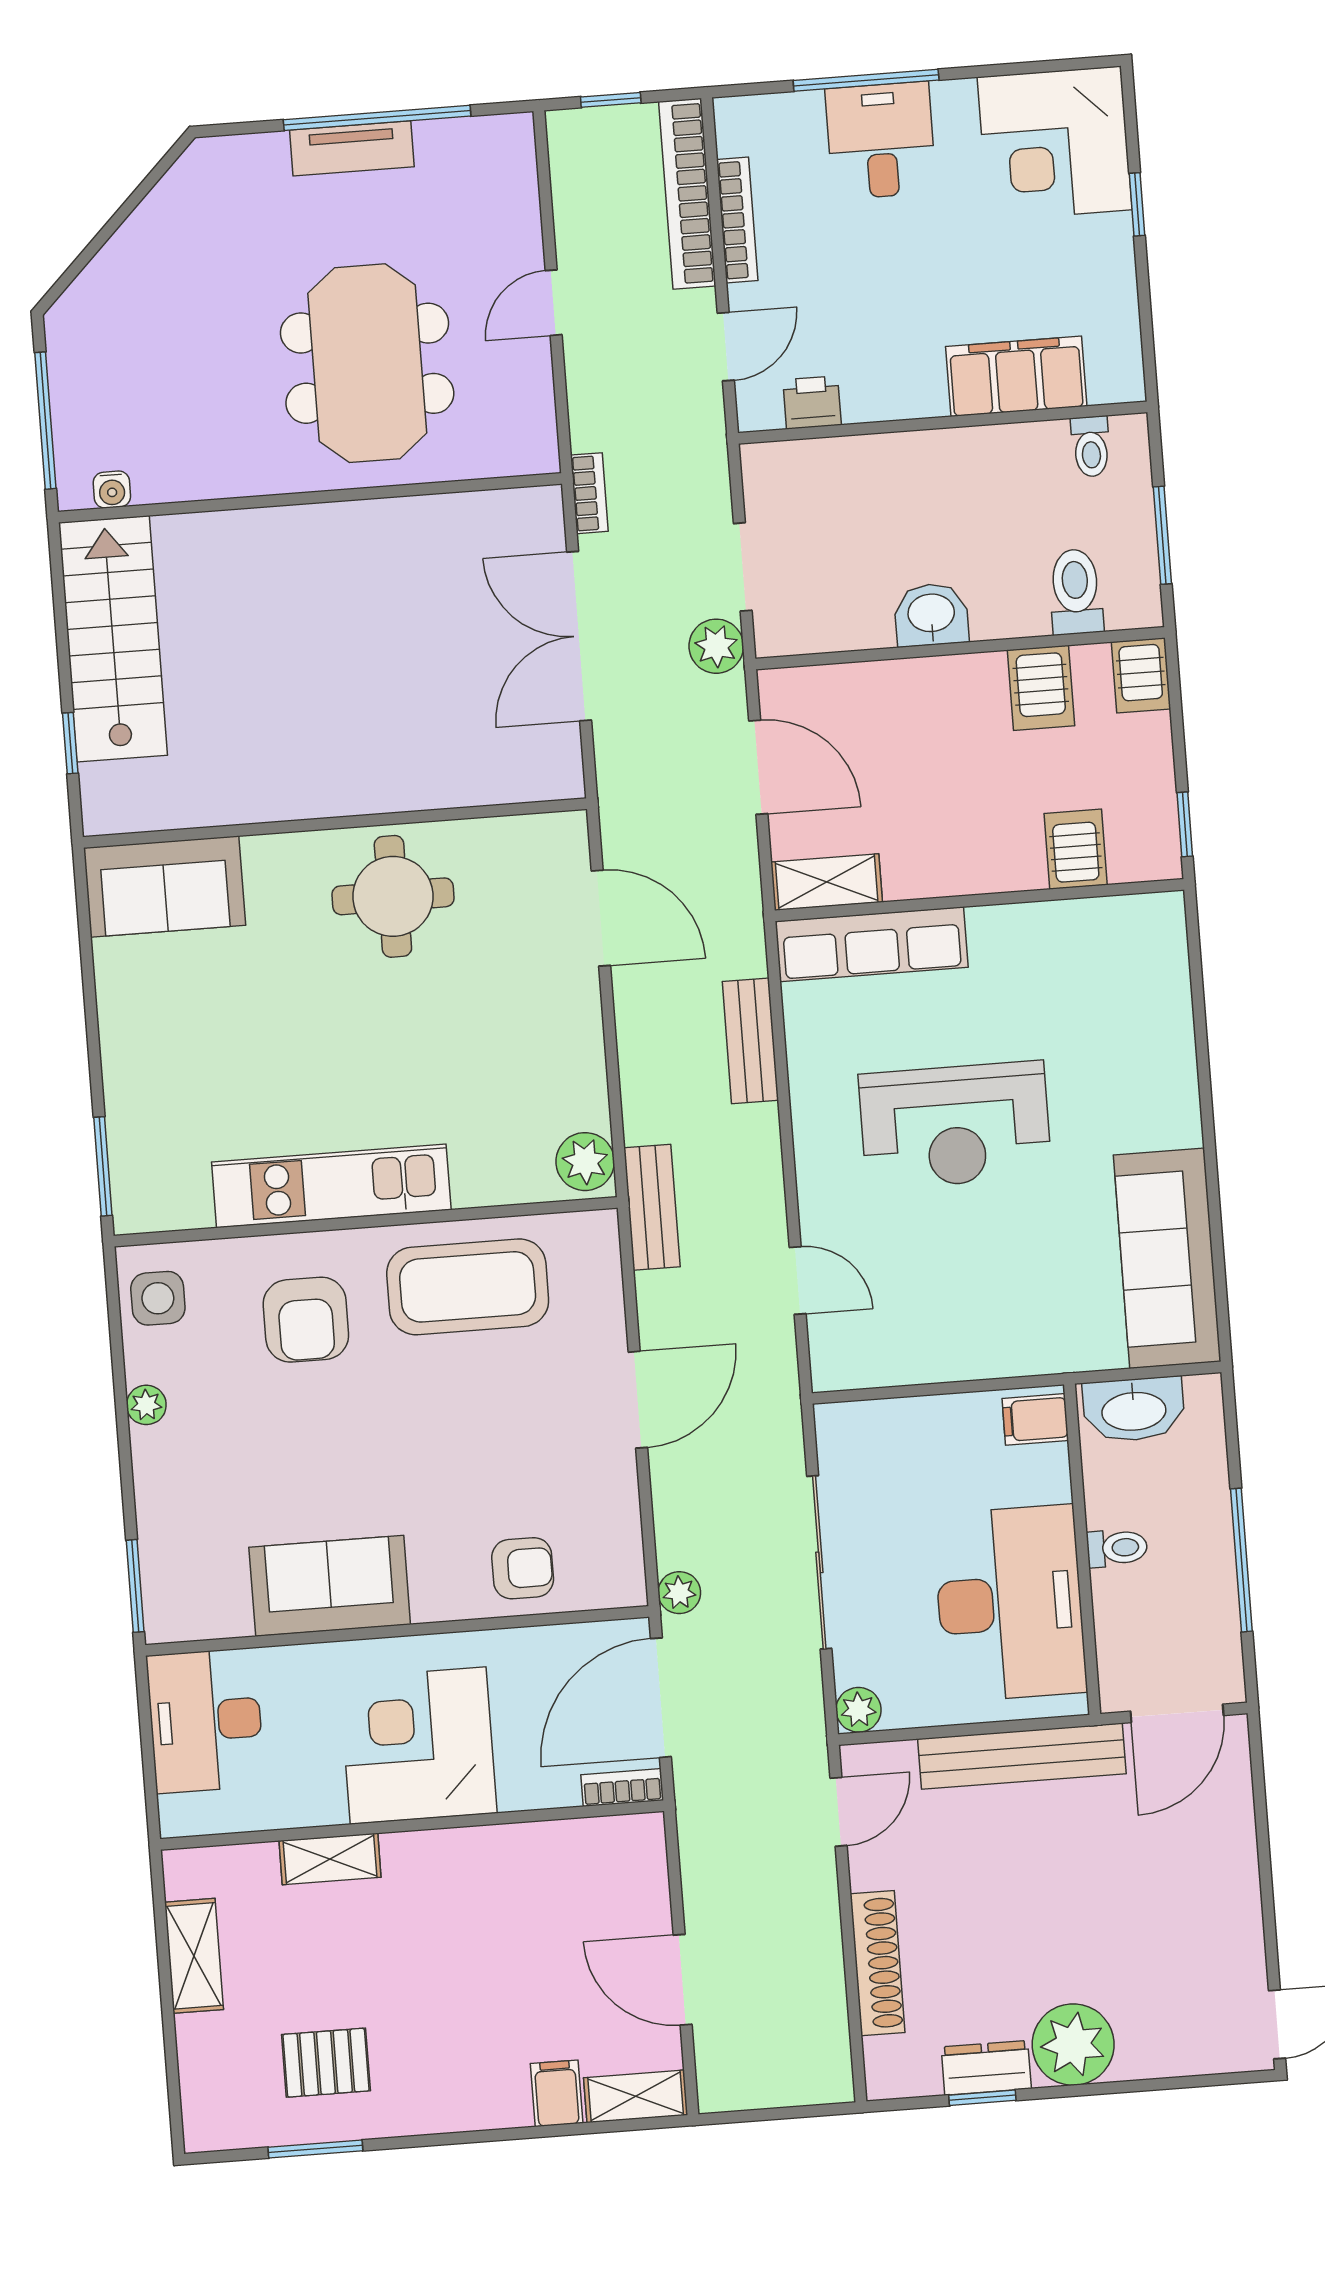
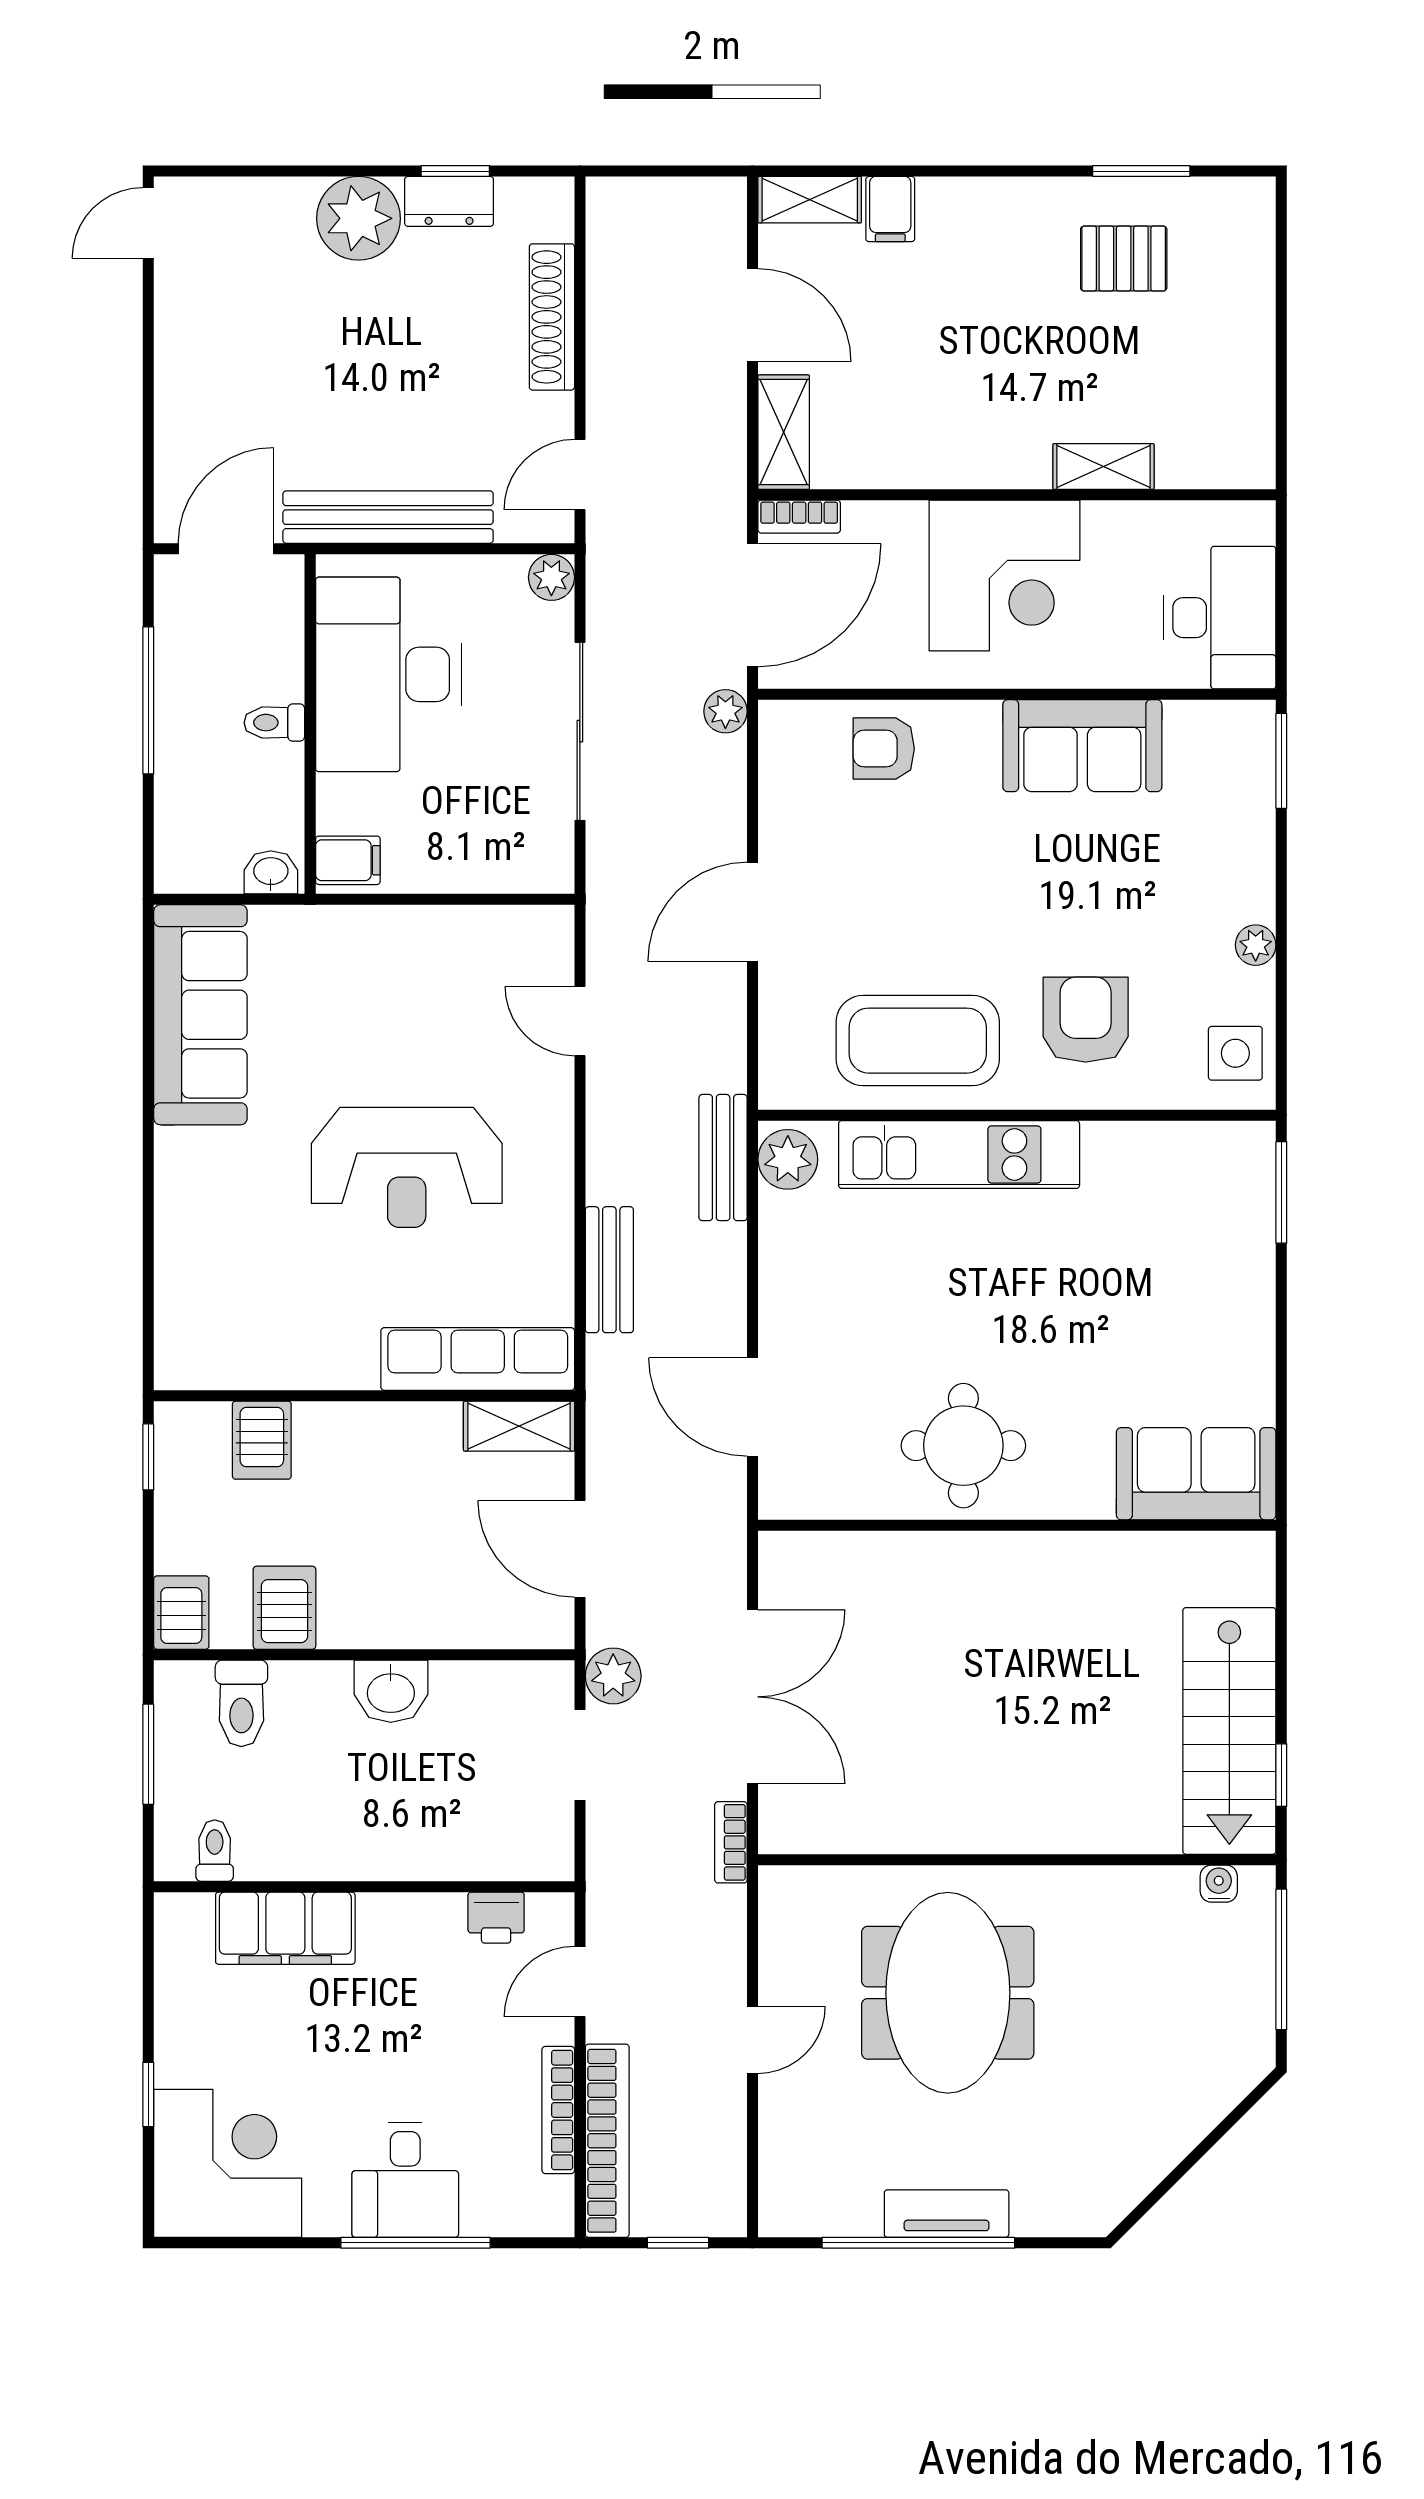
window: (70, 743) -> (1281, 1775), moved
reception desk: (955, 1125) -> (407, 1167), turned 180
kitchen unit: (331, 1186) -> (959, 1155), moved
bench: (652, 1207) -> (723, 1158), moved
washbasin: (1134, 1410) -> (271, 872), width x0.52, depth x0.69
shelving: (194, 1956) -> (784, 432), moved

